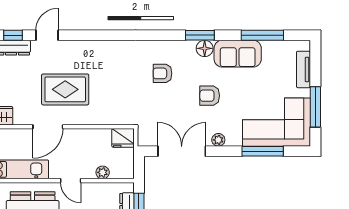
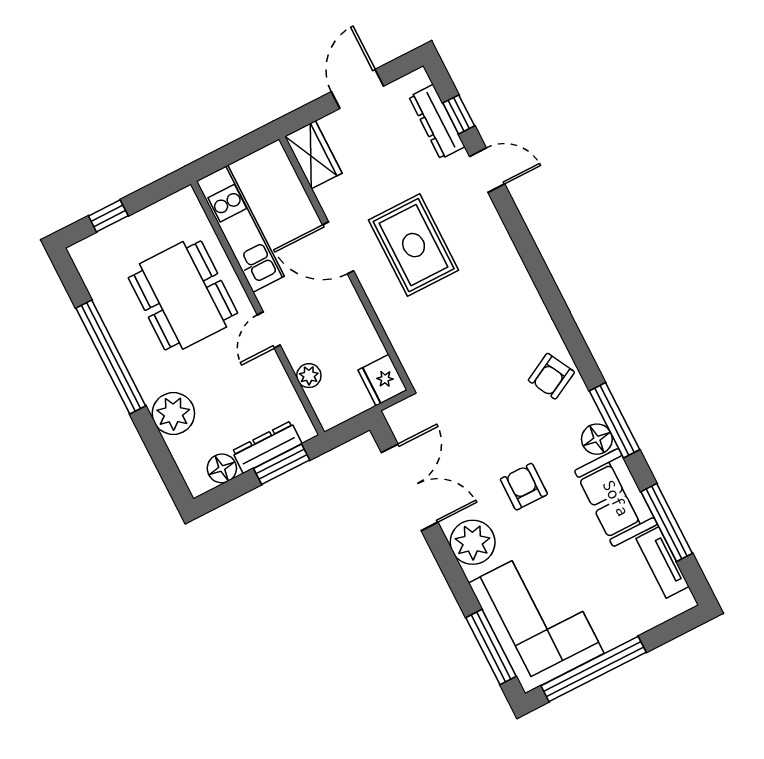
window: (200, 35) -> (615, 420), width x1.44
tv unit: (303, 69) -> (662, 562), moved, turned -90
armchair: (162, 73) -> (551, 376), moved, turned -118
window: (315, 107) -> (594, 669), width x1.46
plant: (218, 140) -> (473, 542), width x1.88, depth x1.88
window: (263, 151) -> (491, 647), moved

